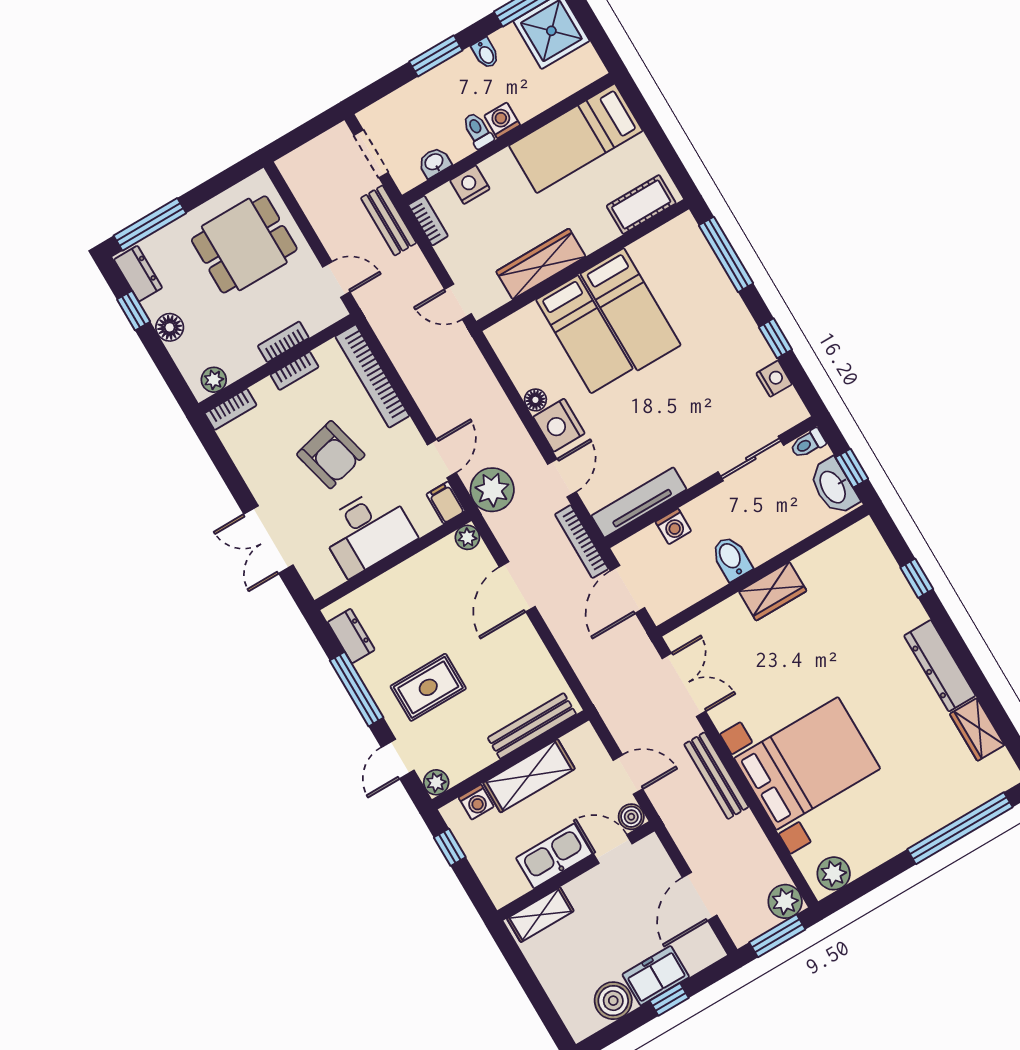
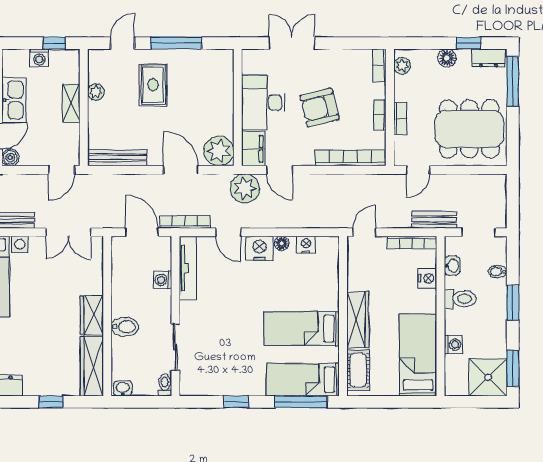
bidet: (486, 53) -> (497, 272), moved
washing machine: (502, 120) -> (453, 344), moved
toilet: (478, 130) -> (460, 299), width x1.37, depth x1.39
bookcase: (428, 221) -> (412, 242), width x1.56
dining table: (244, 244) -> (469, 129), width x1.38
wardrobe: (541, 264) -> (358, 320), moved
bed: (584, 334) -> (303, 380), moved
nightstand: (774, 379) -> (306, 245), moved, turned 180
window: (852, 468) -> (136, 402), removed
washbasin: (833, 487) -> (123, 388), width x0.52, depth x0.69
filing cabinet: (446, 503) -> (253, 149), width x2.00
plant: (467, 537) -> (219, 151), width x1.88, depth x1.88
wardrobe: (839, 552) -> (92, 366), added
bidet: (731, 558) -> (125, 327), moved
dresser: (351, 636) -> (209, 58), removed
bench: (532, 726) -> (117, 158), moved, turned 90
door: (398, 759) -> (122, 43), hinge flipped
door: (628, 775) -> (62, 170), moved
shelving: (529, 776) -> (71, 103), width x0.67, depth x0.75
plant: (436, 782) -> (96, 92), moved
washing machine: (476, 802) -> (39, 58), moved, turned -90

